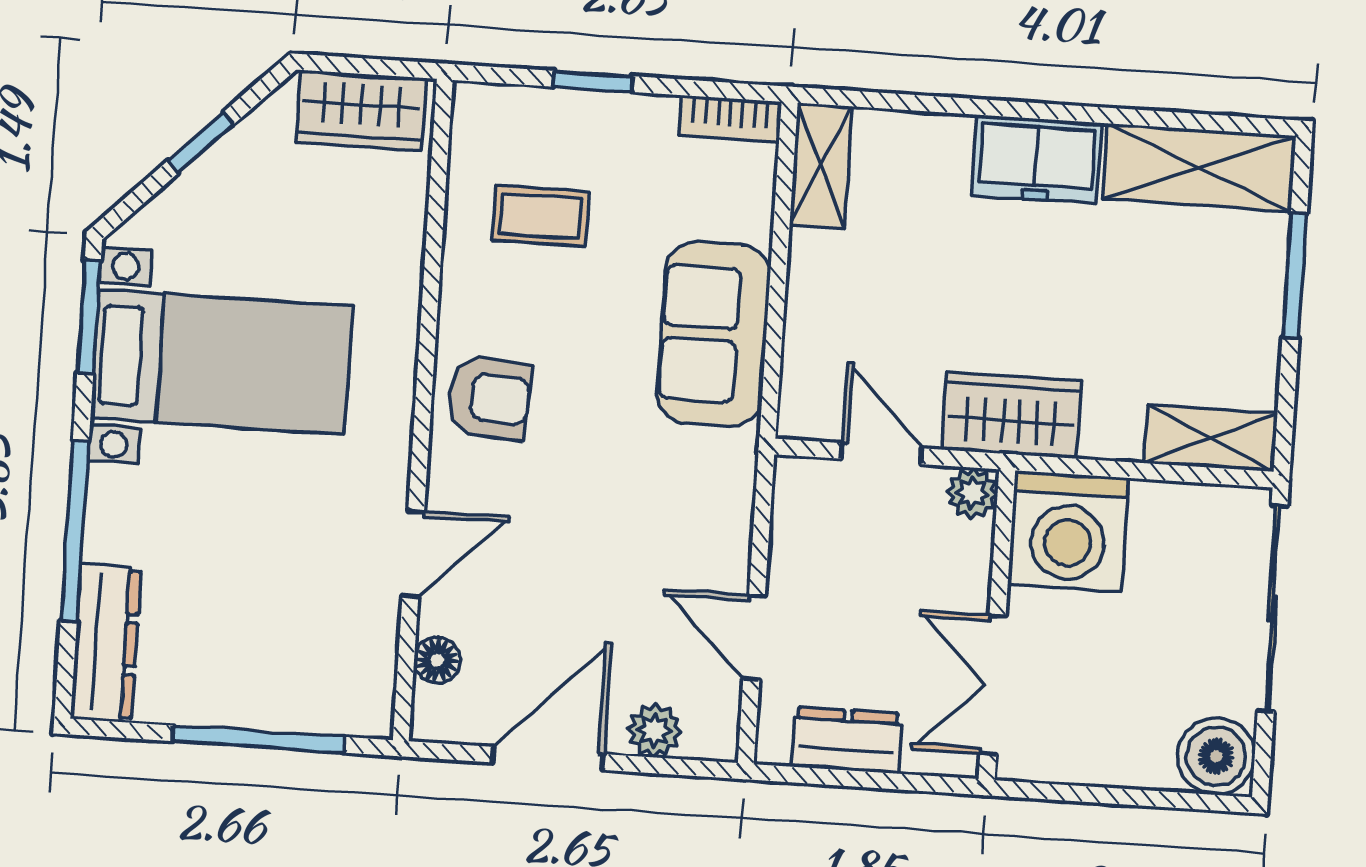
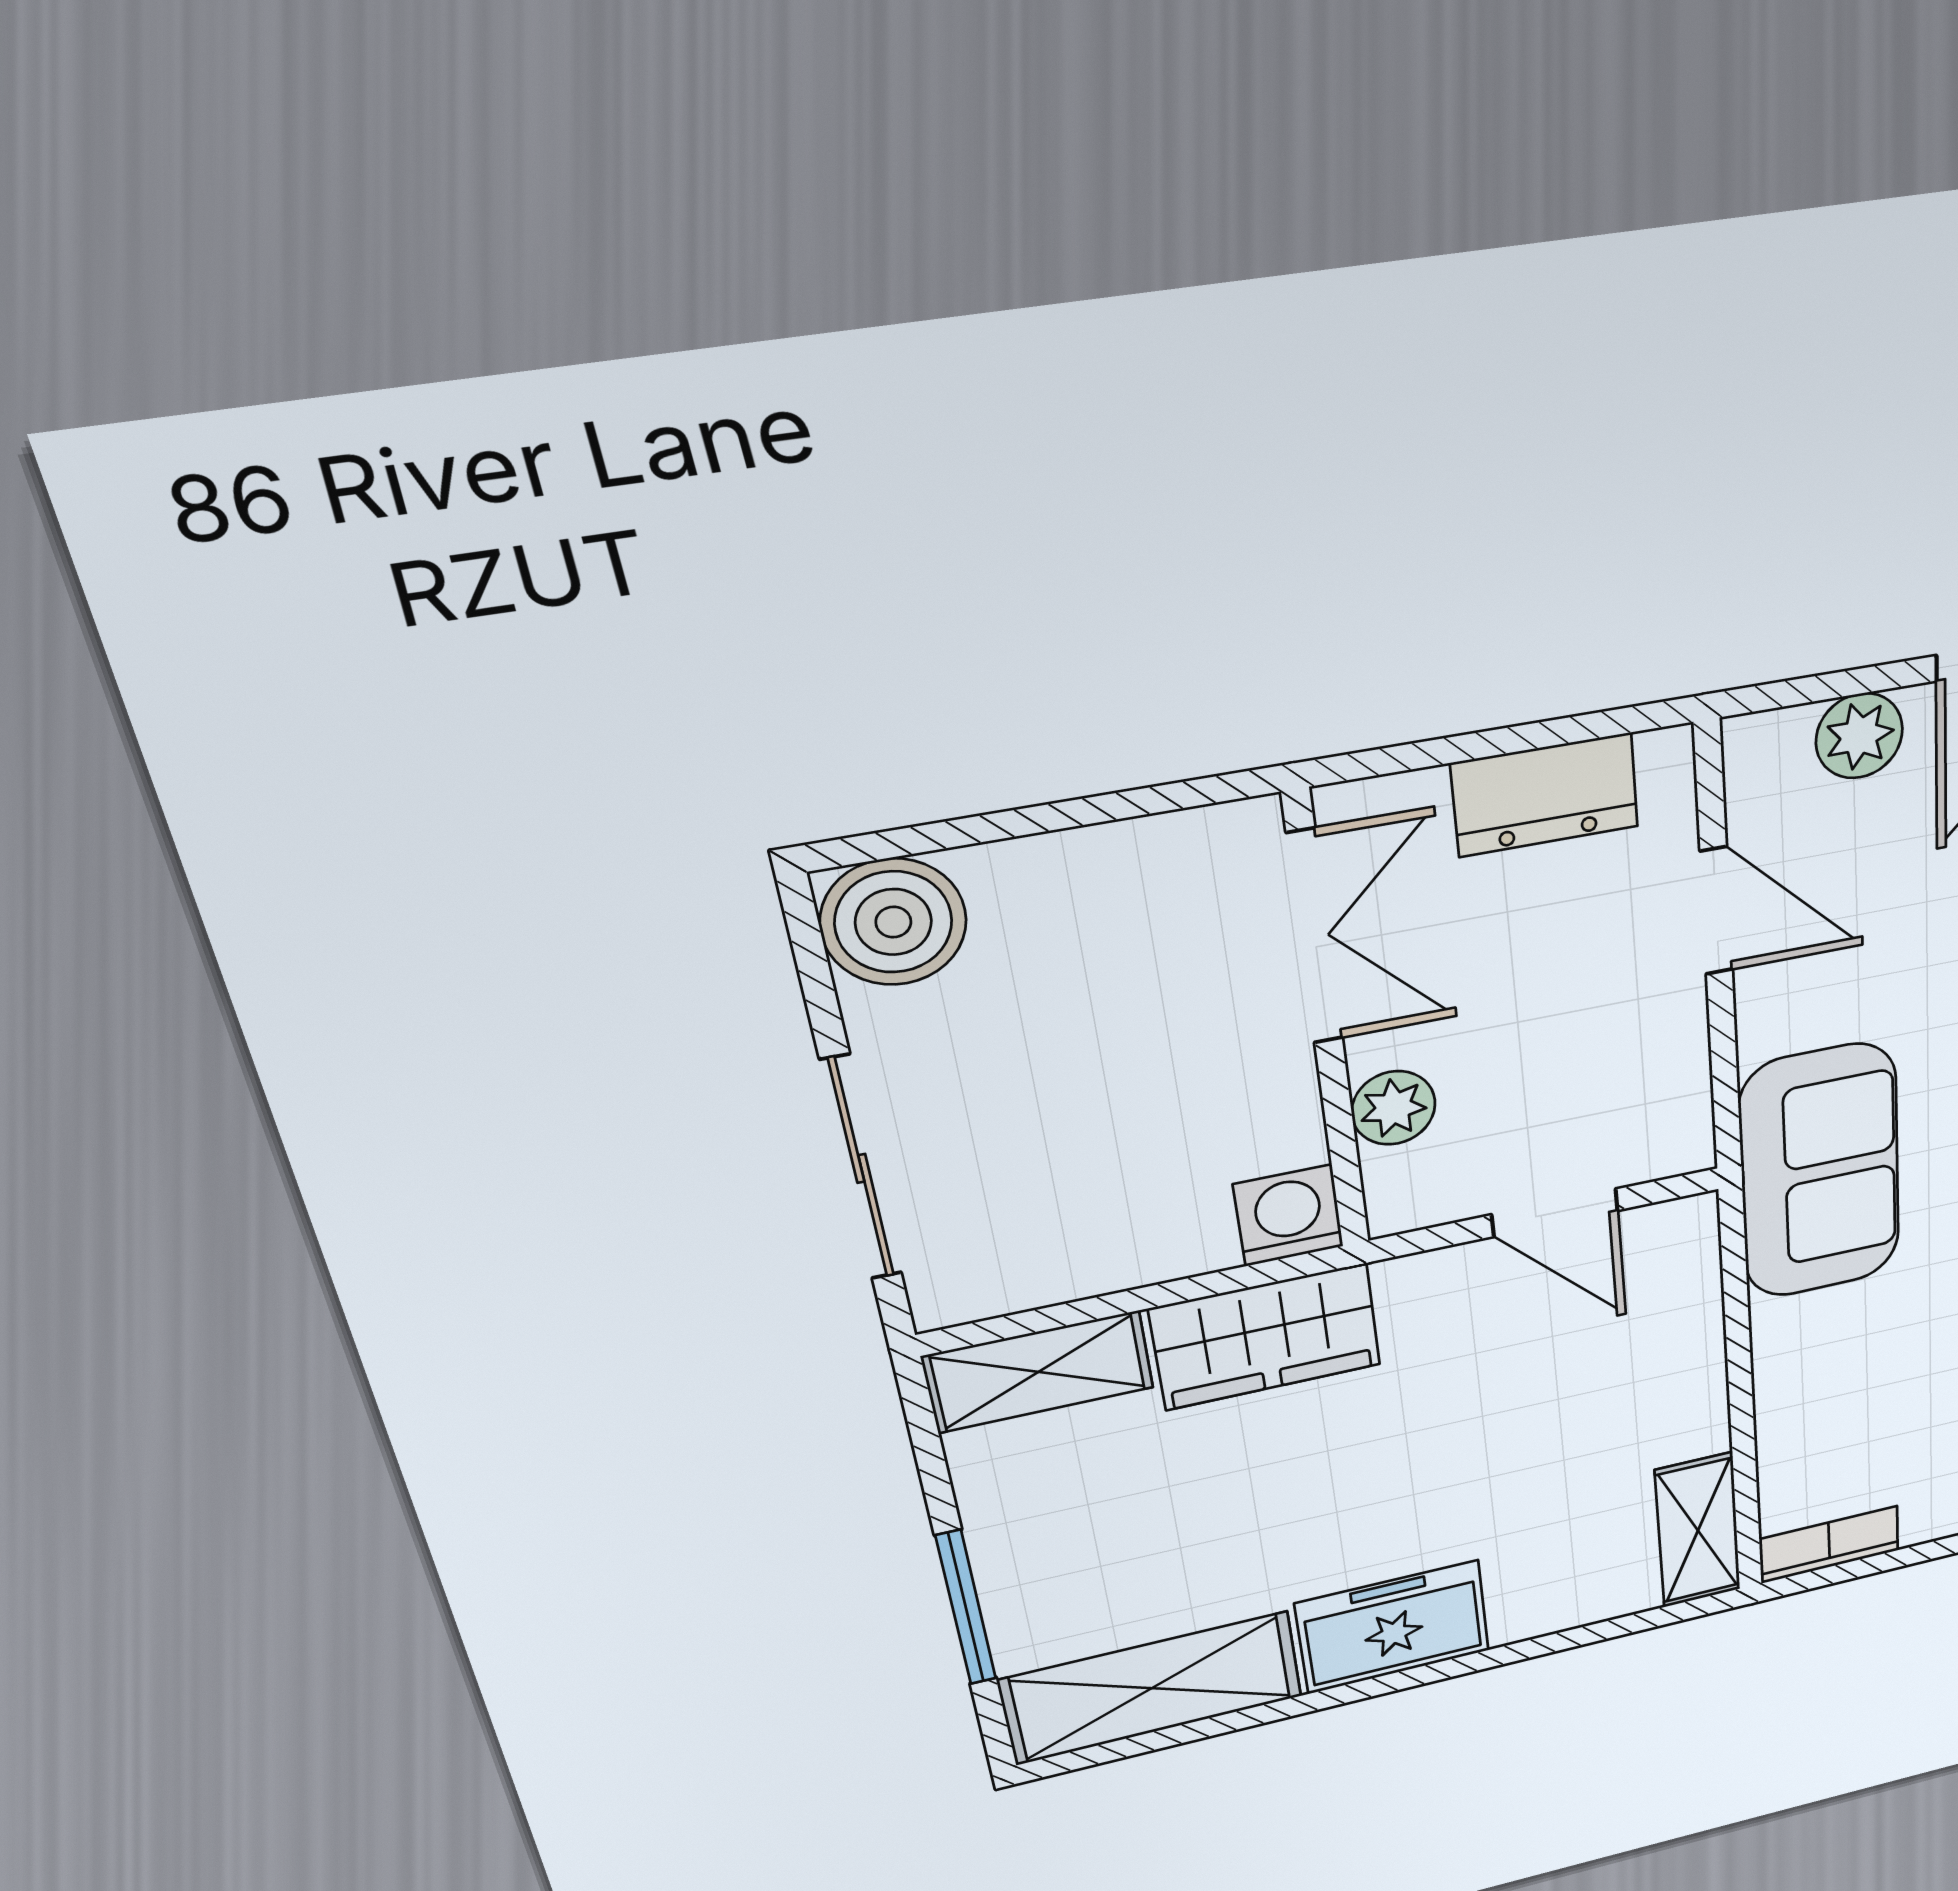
sofa: (714, 334) -> (1820, 1172), moved
wardrobe: (1011, 415) -> (1266, 1337), moved
plant: (972, 493) -> (1393, 1108), moved
washing machine: (1068, 531) -> (1289, 1216), width x0.53, depth x0.53
sliding door: (1273, 608) -> (861, 1168), width x0.73

